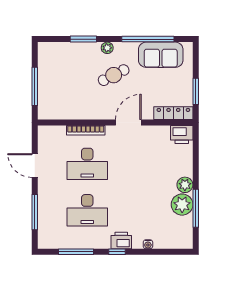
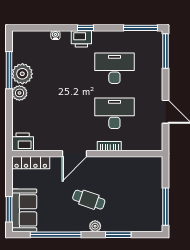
sofa: (161, 55) -> (24, 210), moved, turned 90
cafe table: (114, 75) -> (89, 200), turned 46
window: (35, 86) -> (166, 207), moved
window: (196, 91) -> (9, 209), moved
bookcase: (86, 130) -> (109, 146), width x0.64
window: (35, 212) -> (166, 51), moved
window: (76, 252) -> (141, 28), moved

